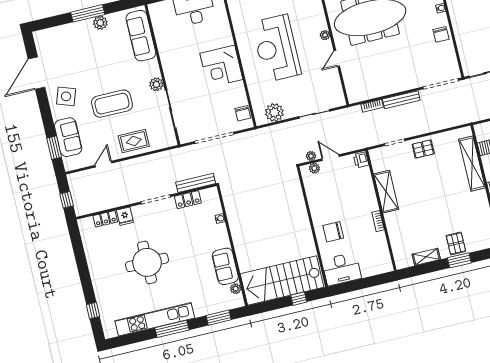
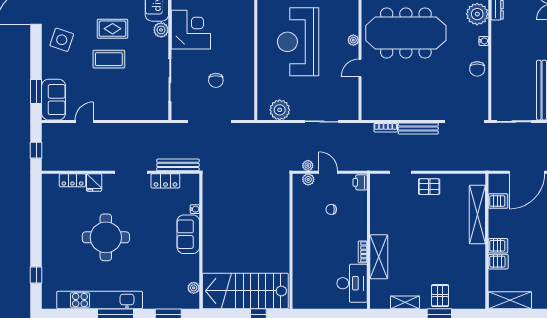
corner desk: (221, 66) -> (191, 30), moved, turned 180
plant: (156, 84) -> (161, 30), moved
coffee table: (112, 104) -> (109, 59), width x0.73, depth x0.76
chair: (243, 113) -> (216, 80), moved
sofa: (68, 137) -> (54, 100), moved
rug: (134, 141) -> (113, 29), moved
shelving: (386, 192) -> (379, 257), moved
chair: (333, 232) -> (331, 209), moved, width x0.54, depth x0.54
sofa: (225, 266) -> (188, 234), moved
desk: (342, 269) -> (352, 283), moved, turned -90

